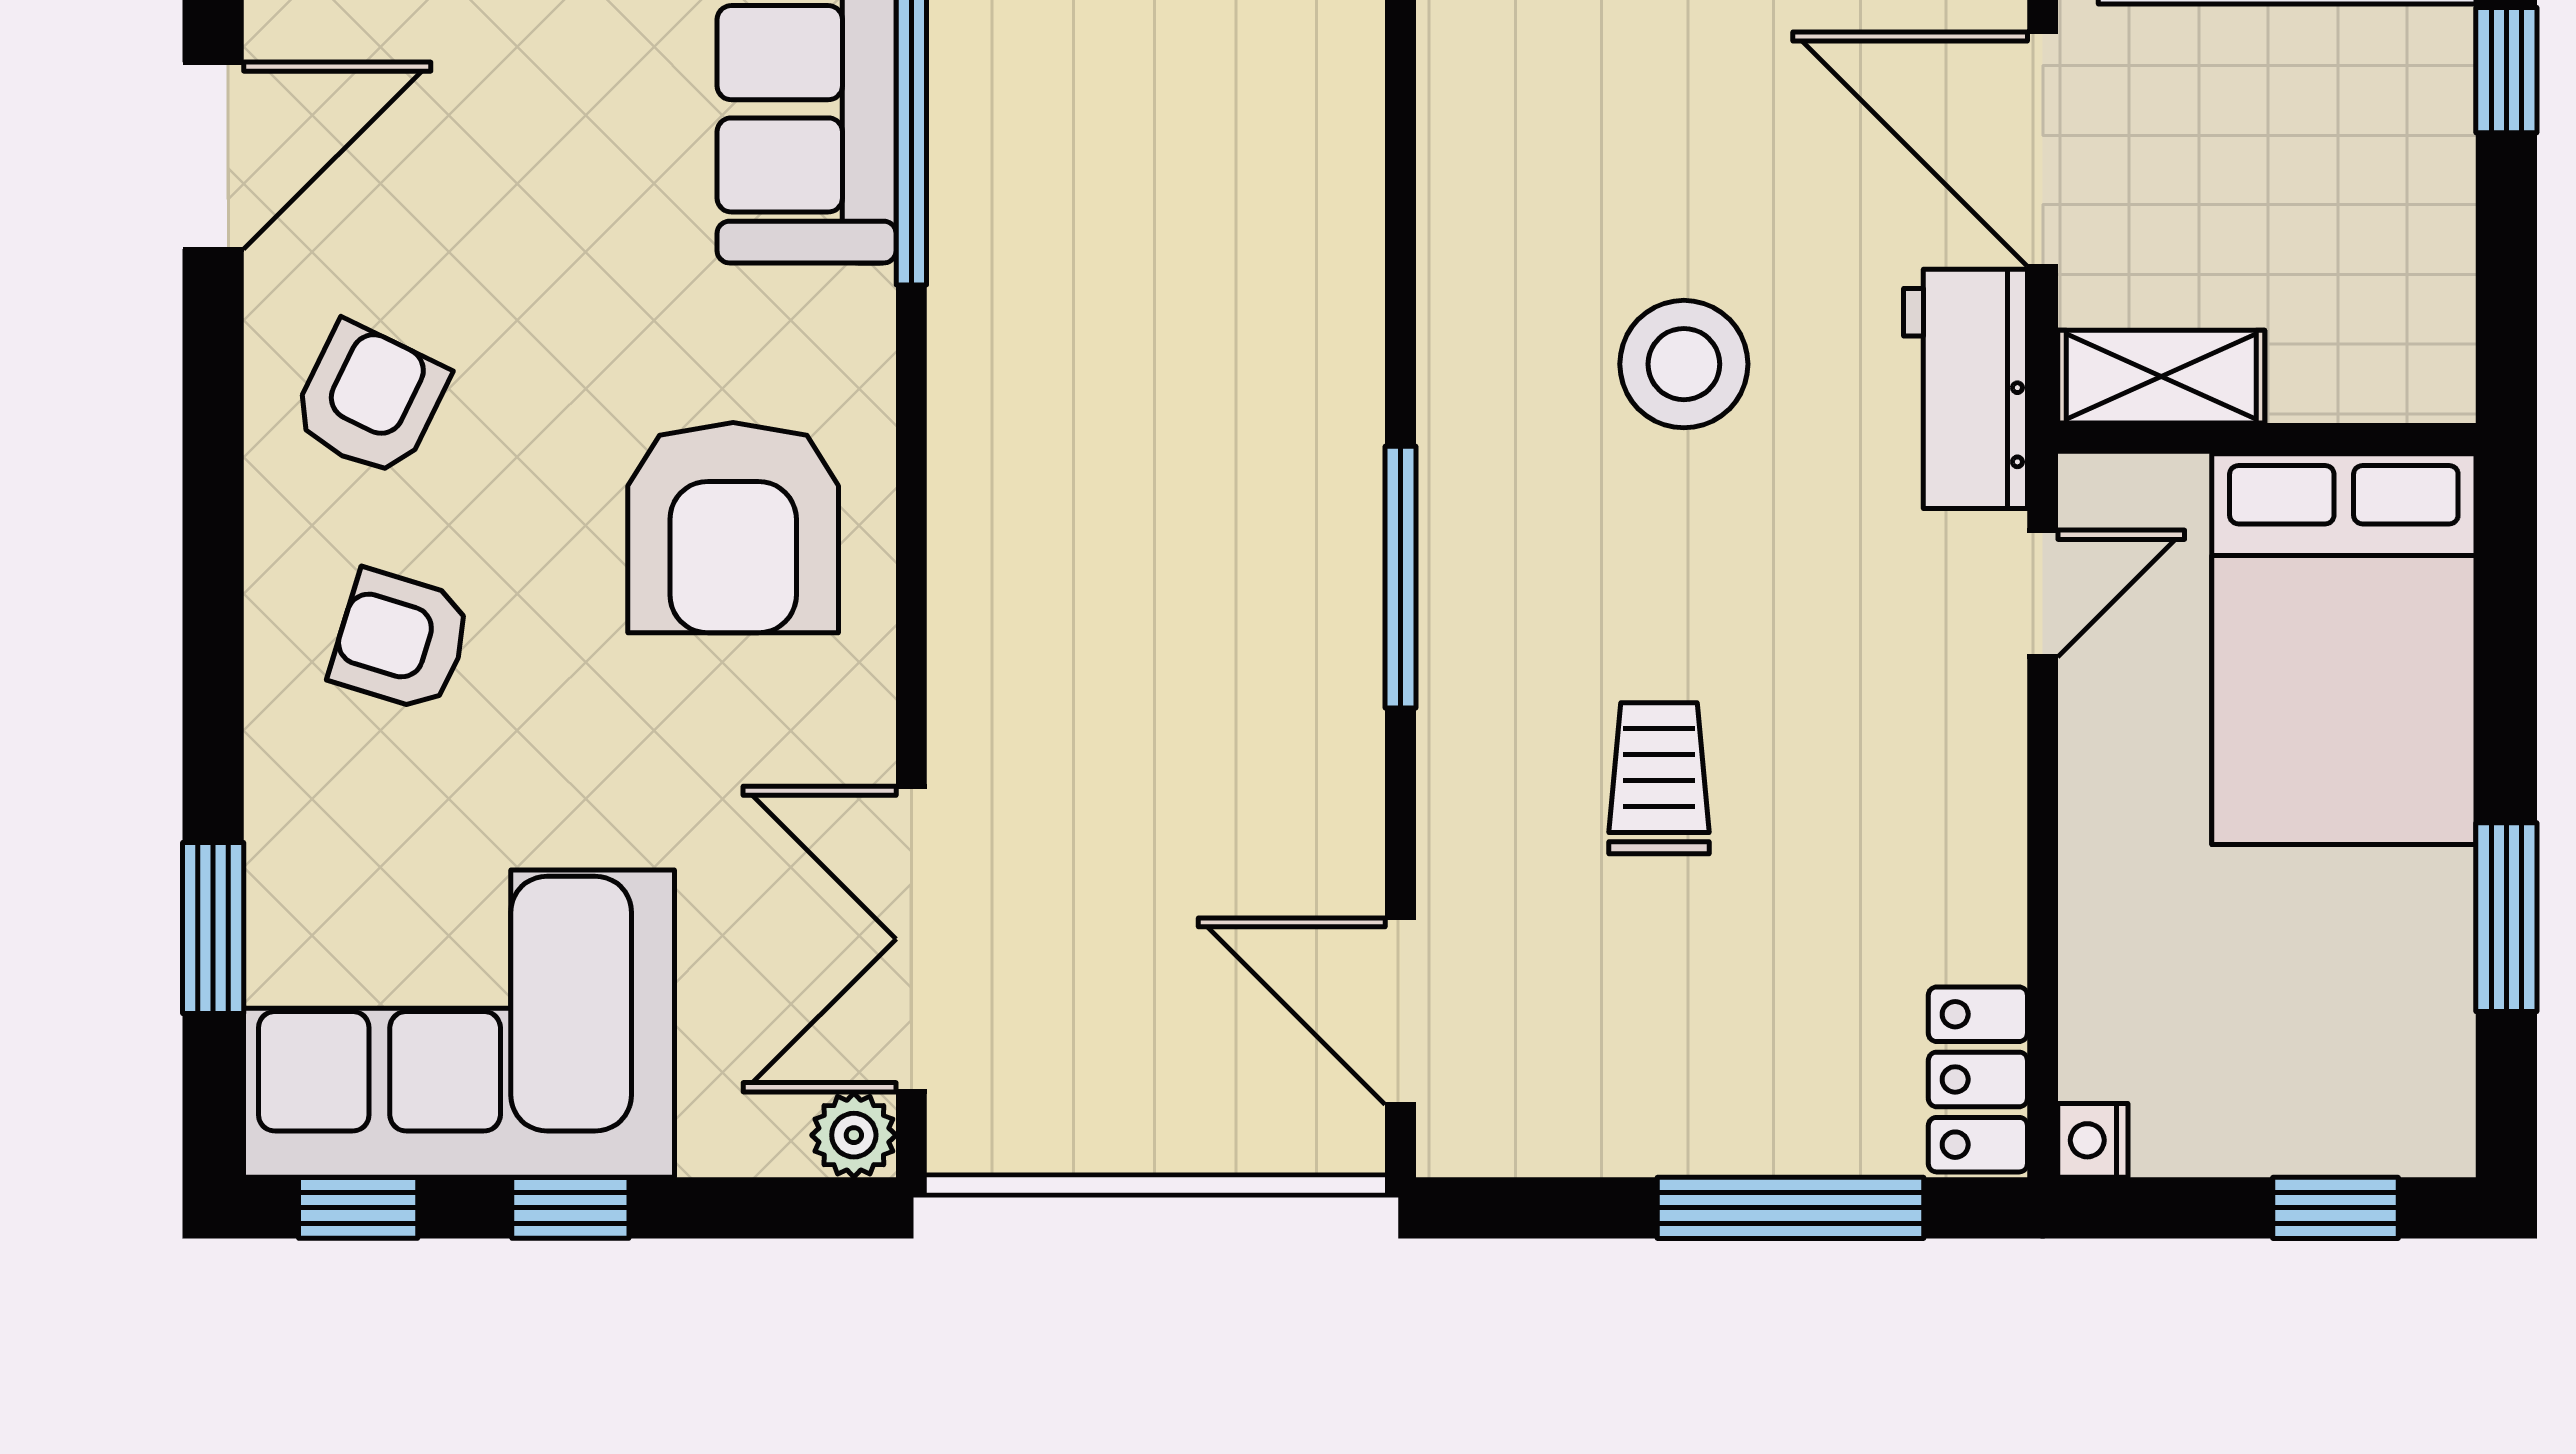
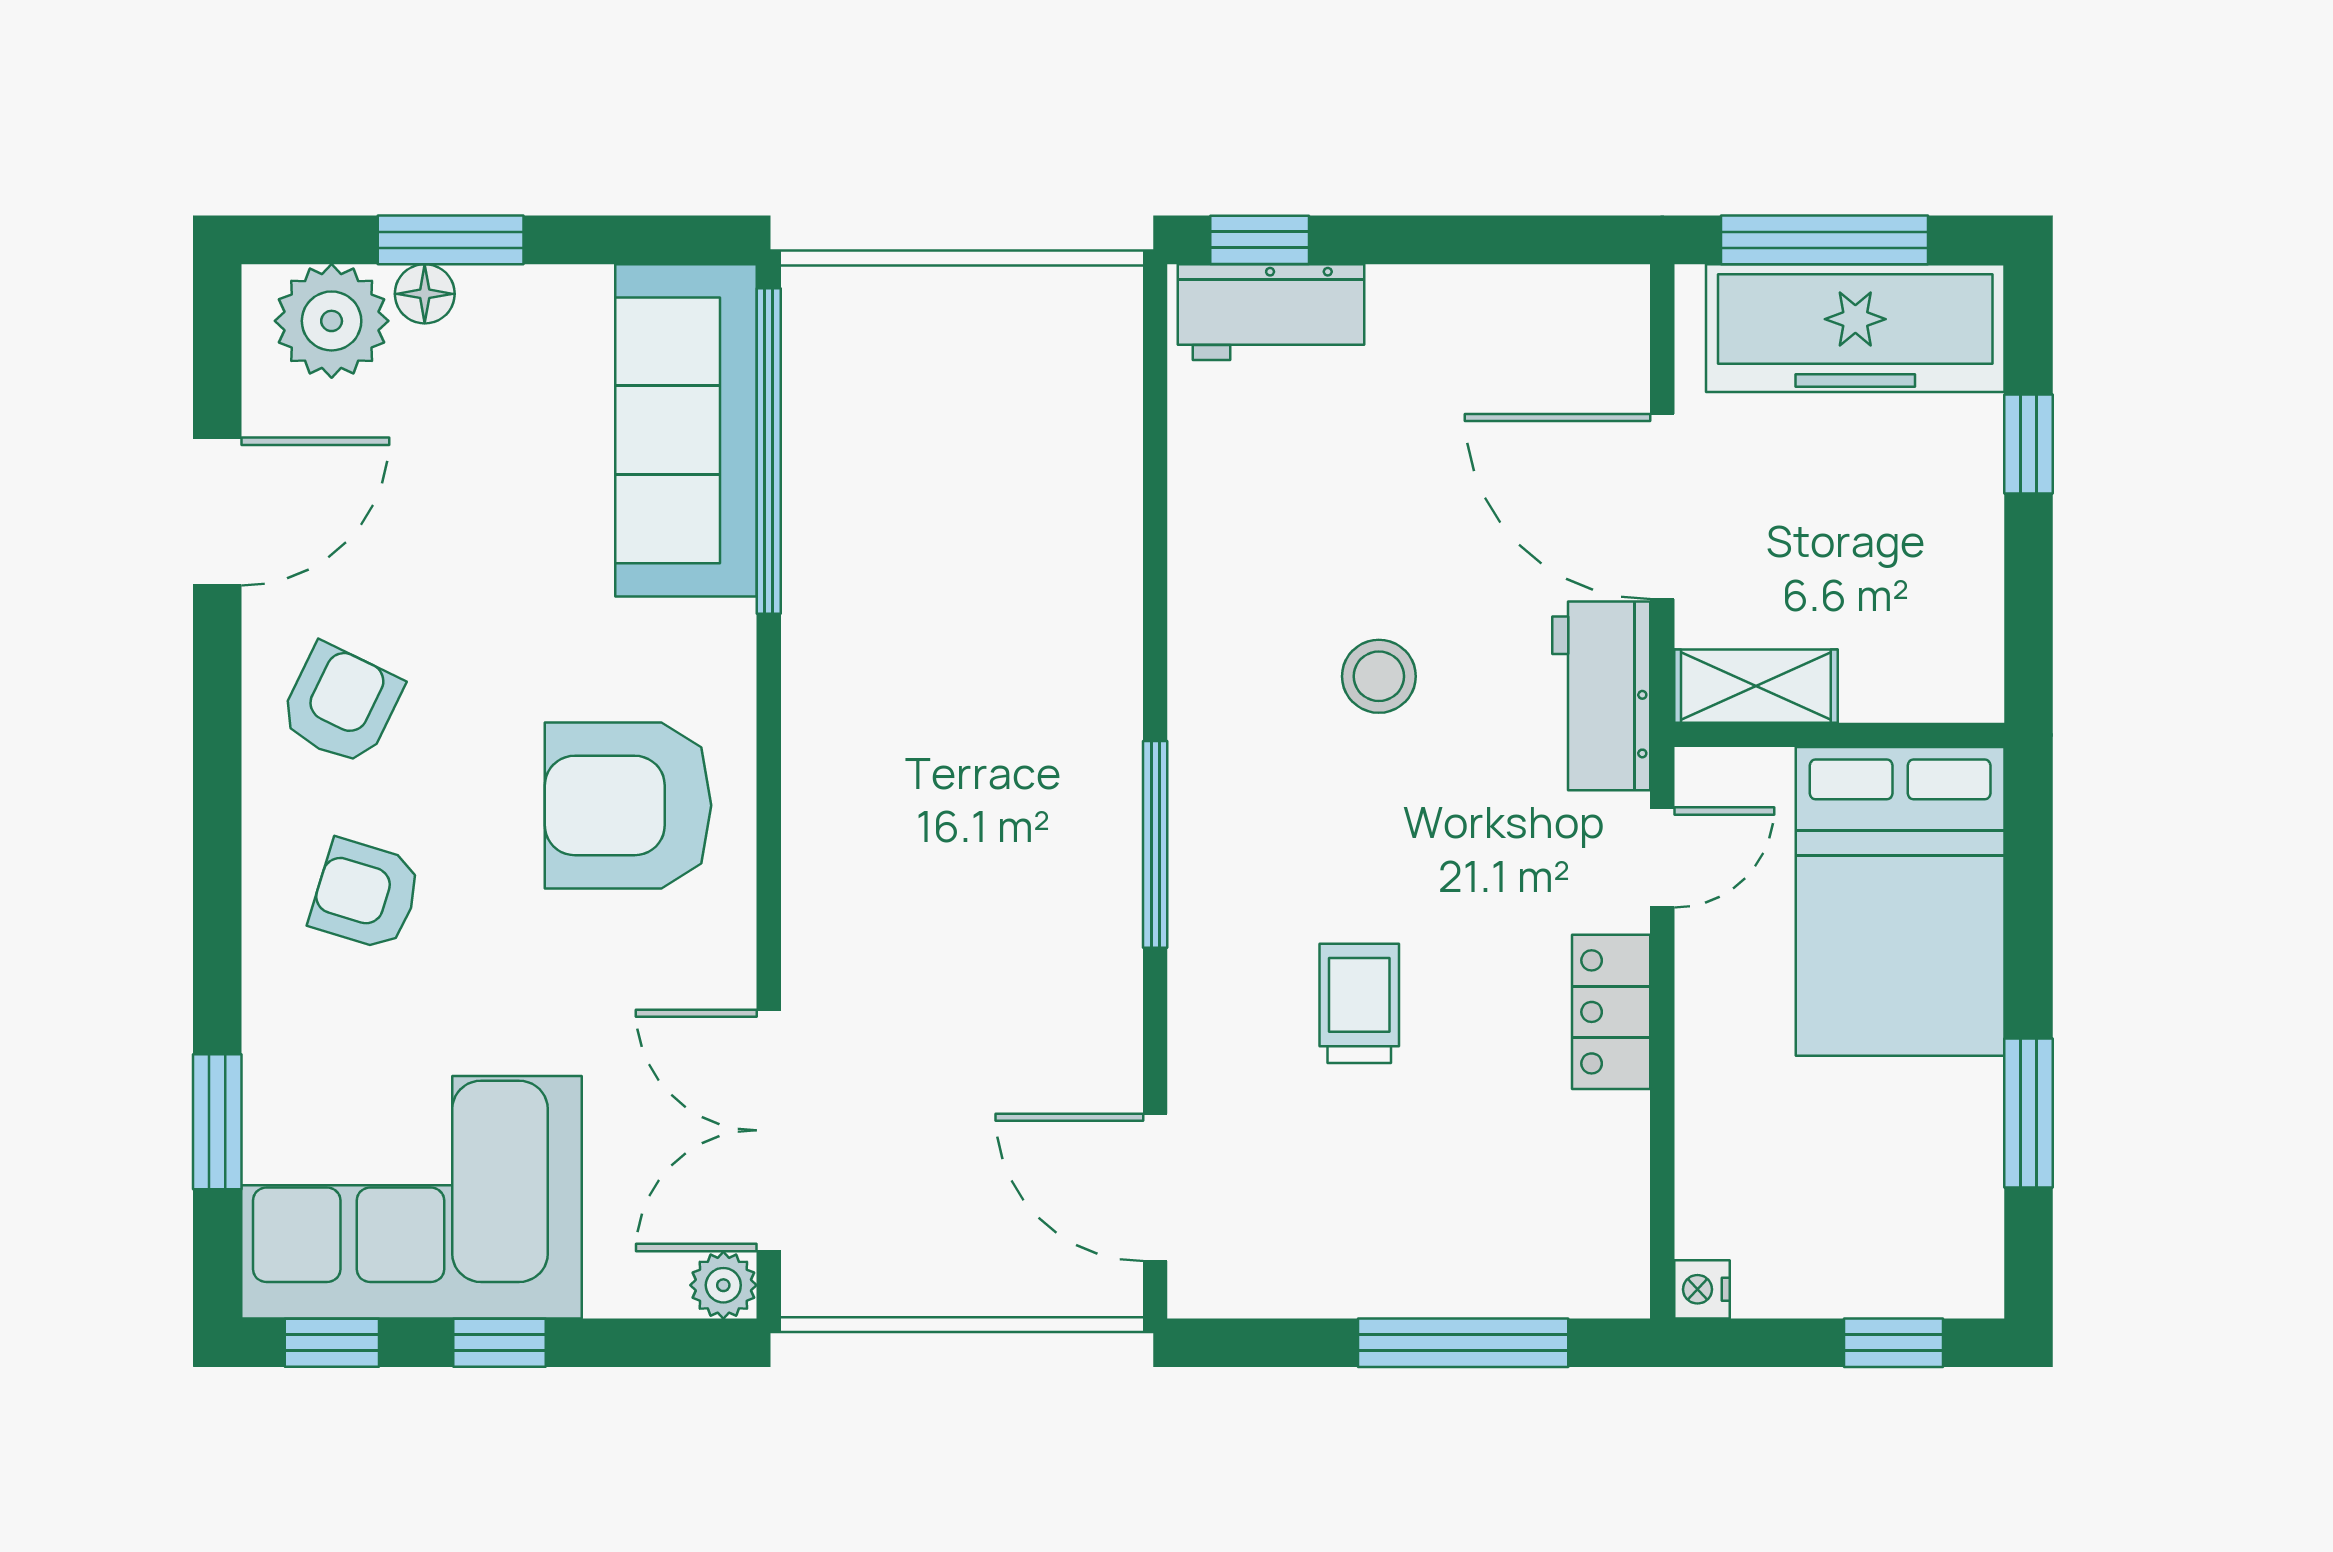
stool: (1684, 364) -> (1379, 676), width x0.73, depth x0.73
armchair: (733, 528) -> (628, 805), turned 90
locker: (1978, 1079) -> (1611, 1012), moved

